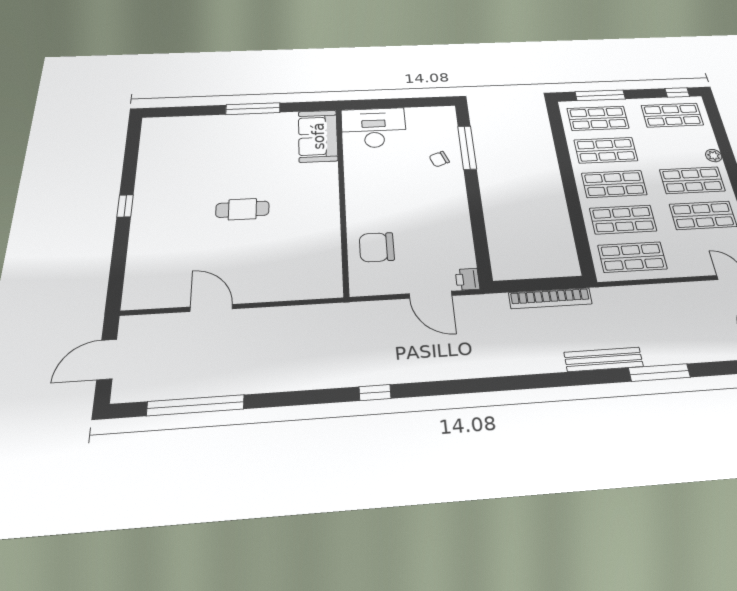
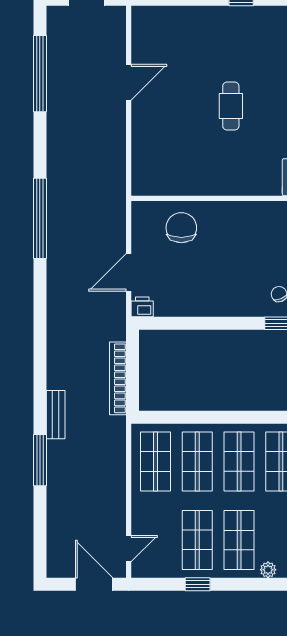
bench: (604, 359) -> (56, 415), width x0.73
window: (375, 393) -> (40, 218), width x3.17

